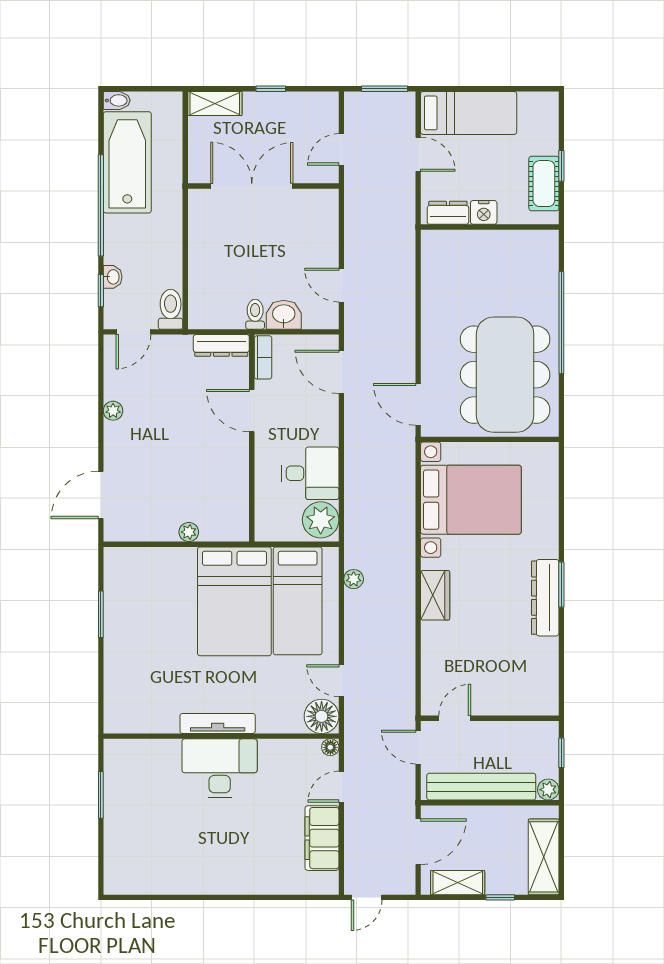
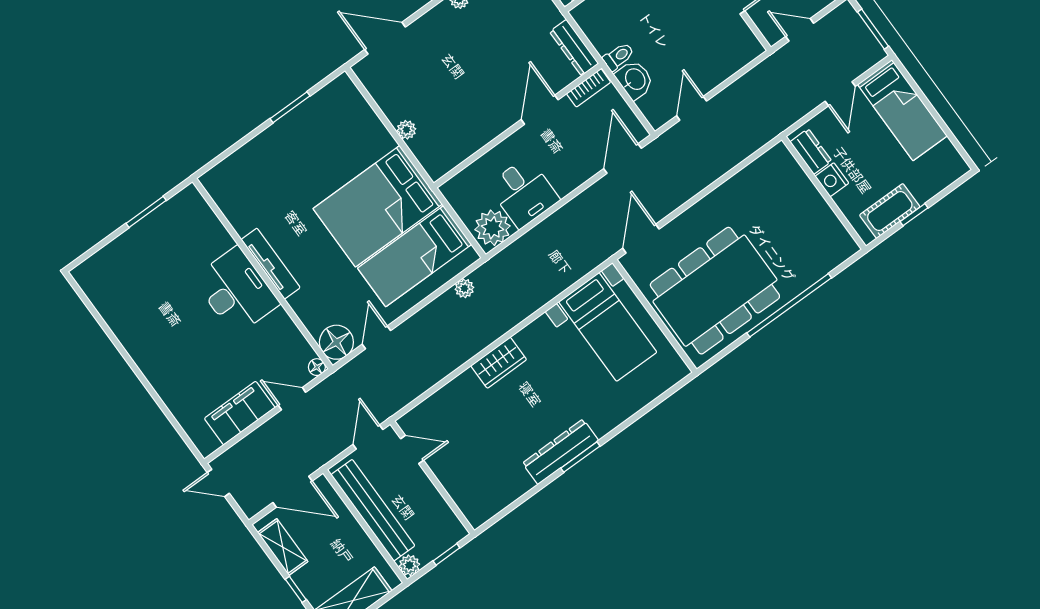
bed with nightstands: (471, 500) -> (608, 327), width x0.73

